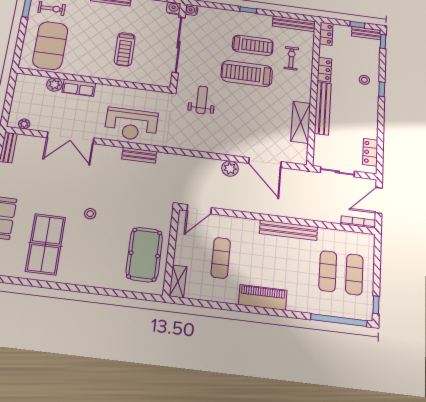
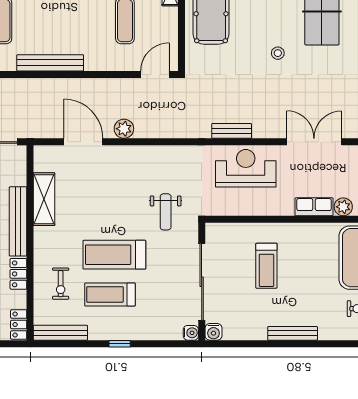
treadmill: (125, 49) -> (266, 266), turned 180
treadmill: (247, 74) -> (114, 255), turned 180

